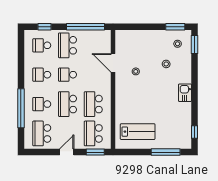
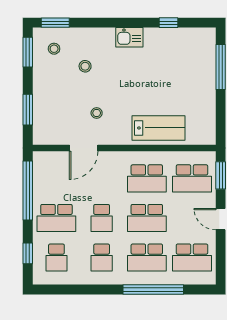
window: (138, 27) -> (28, 110), added
school desk: (42, 104) -> (147, 258), width x1.85
lab bench: (138, 132) -> (158, 128), moved, turned 90
window: (194, 132) -> (169, 23), moved

